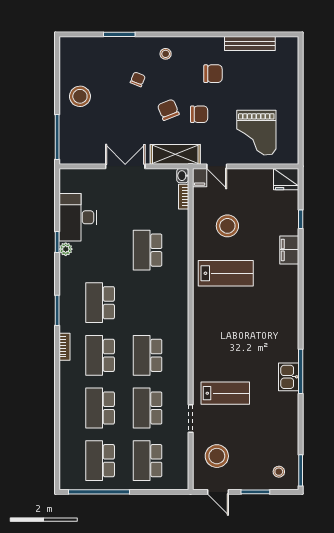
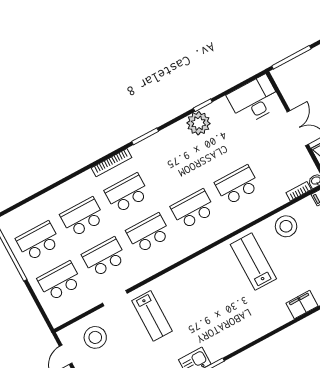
desk: (78, 217) -> (254, 100), moved
stool: (227, 226) -> (286, 226), moved
plant: (66, 249) -> (198, 123), width x1.87, depth x1.87
lab bench: (226, 273) -> (253, 262), turned 180
school desk: (100, 303) -> (193, 209), moved
bookcase: (64, 347) -> (111, 163), width x1.56

